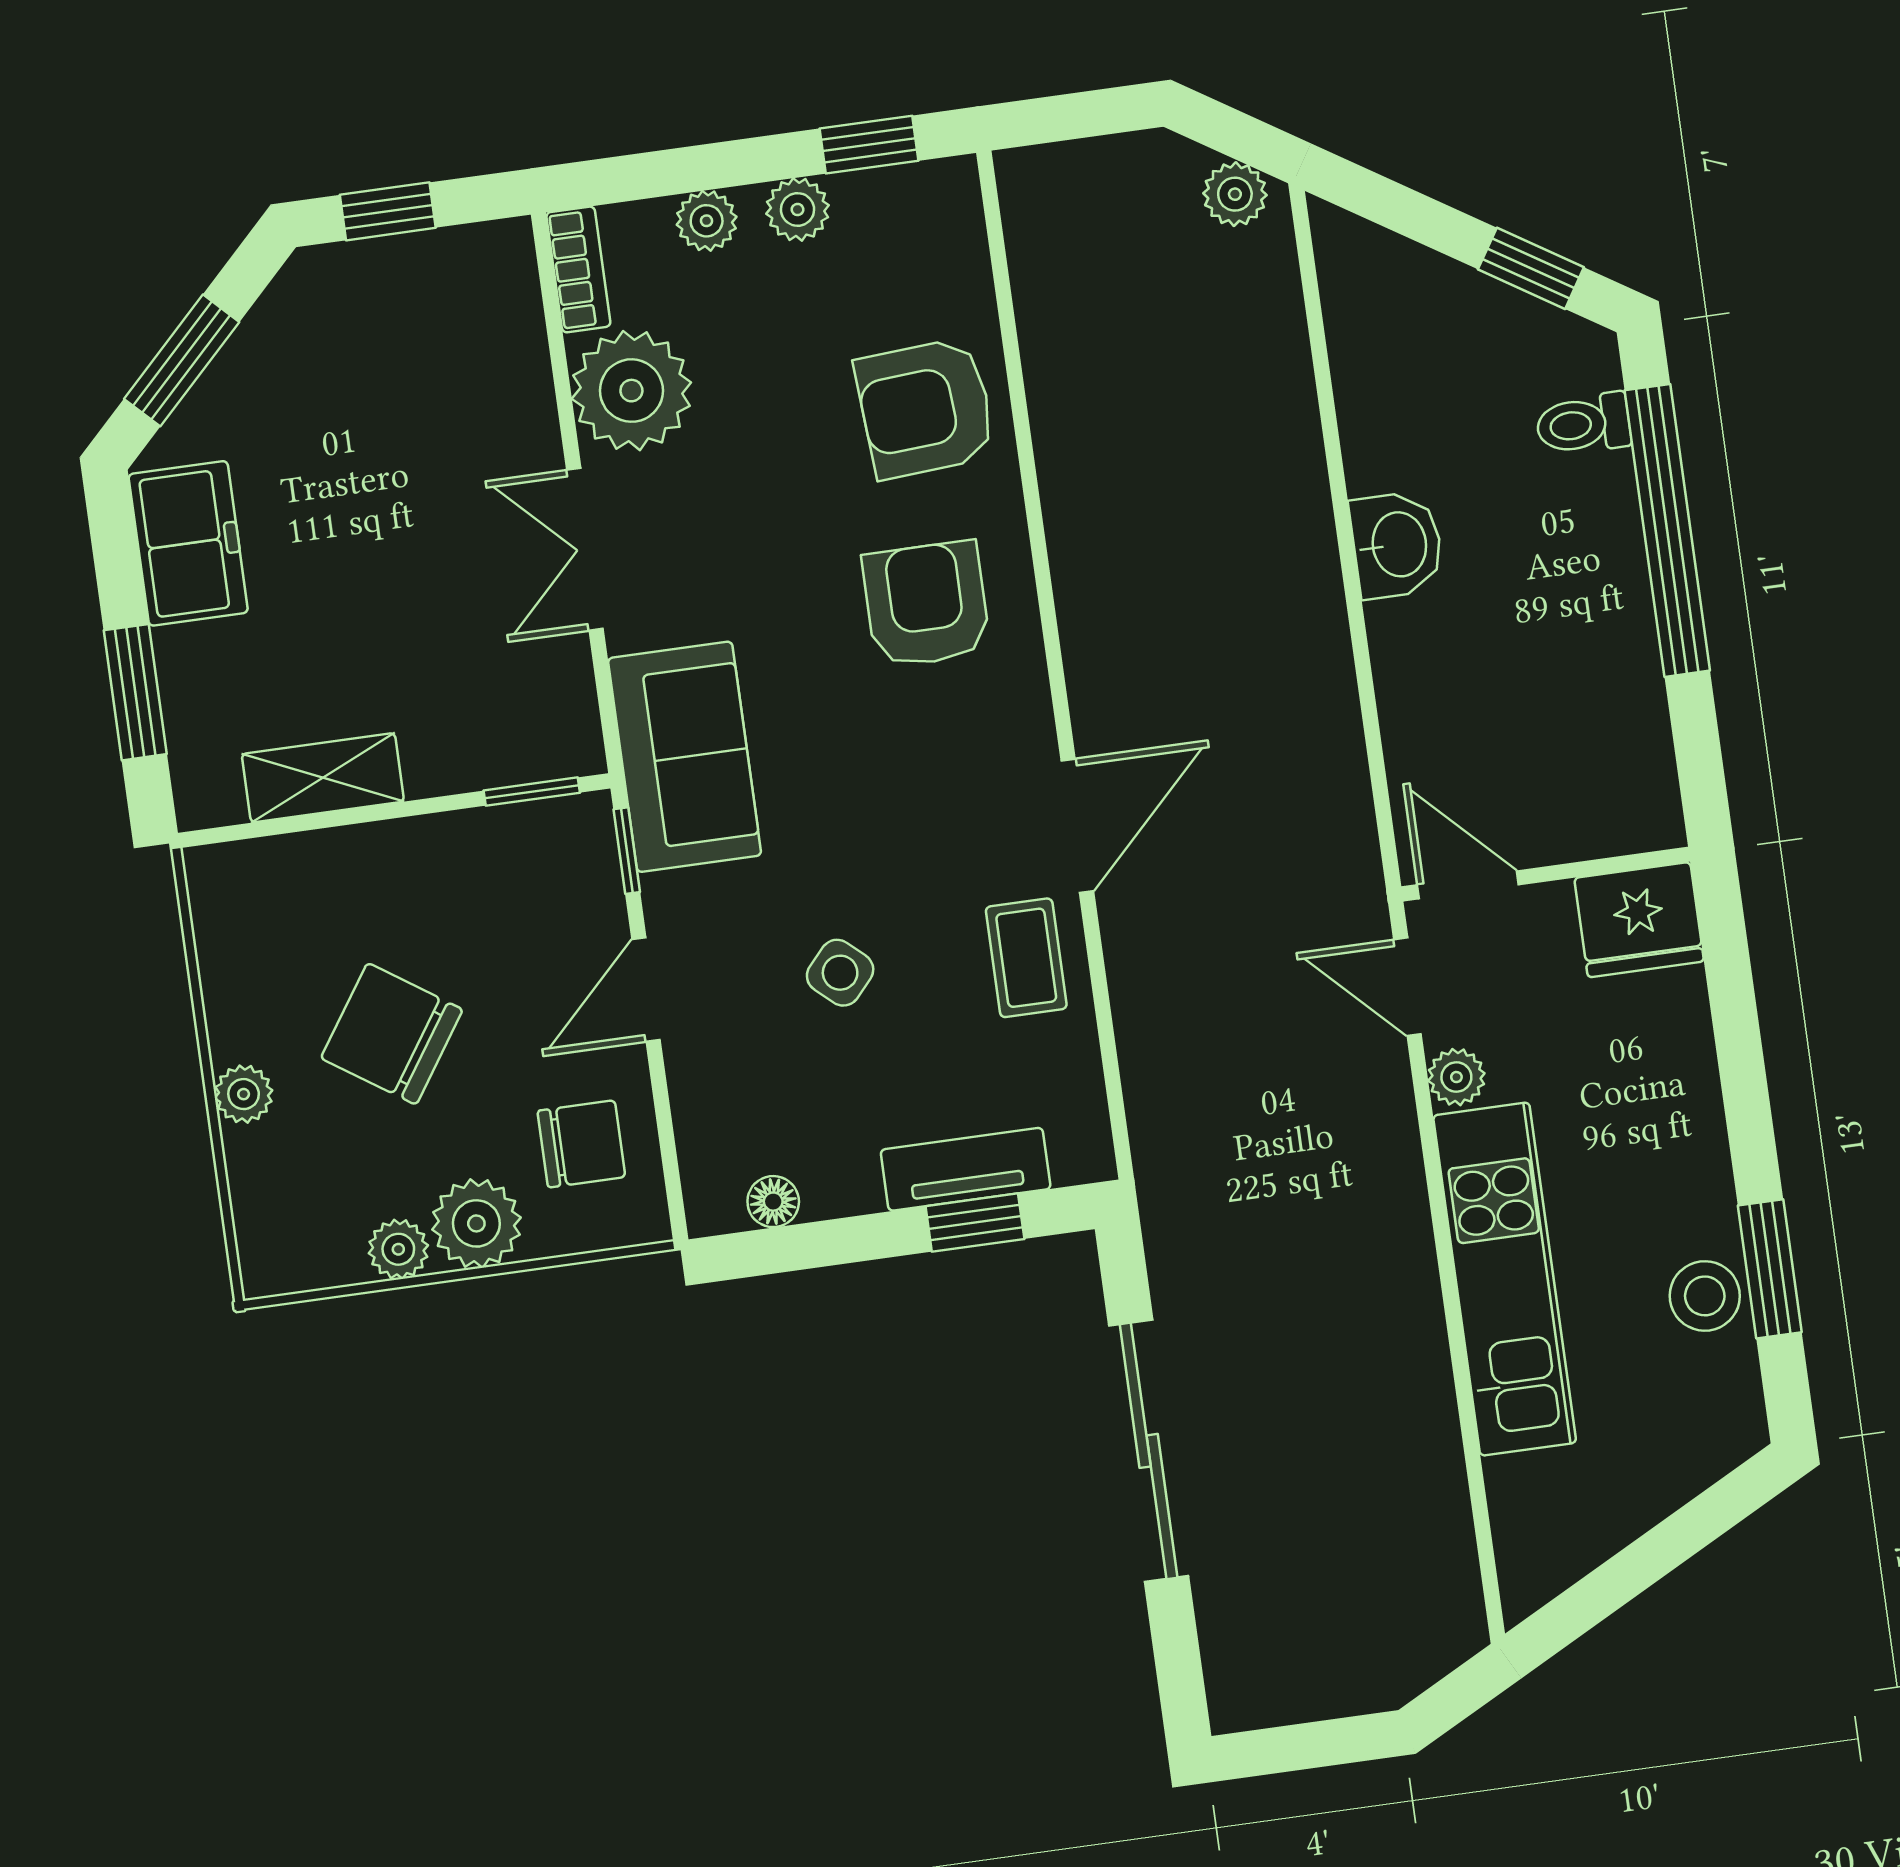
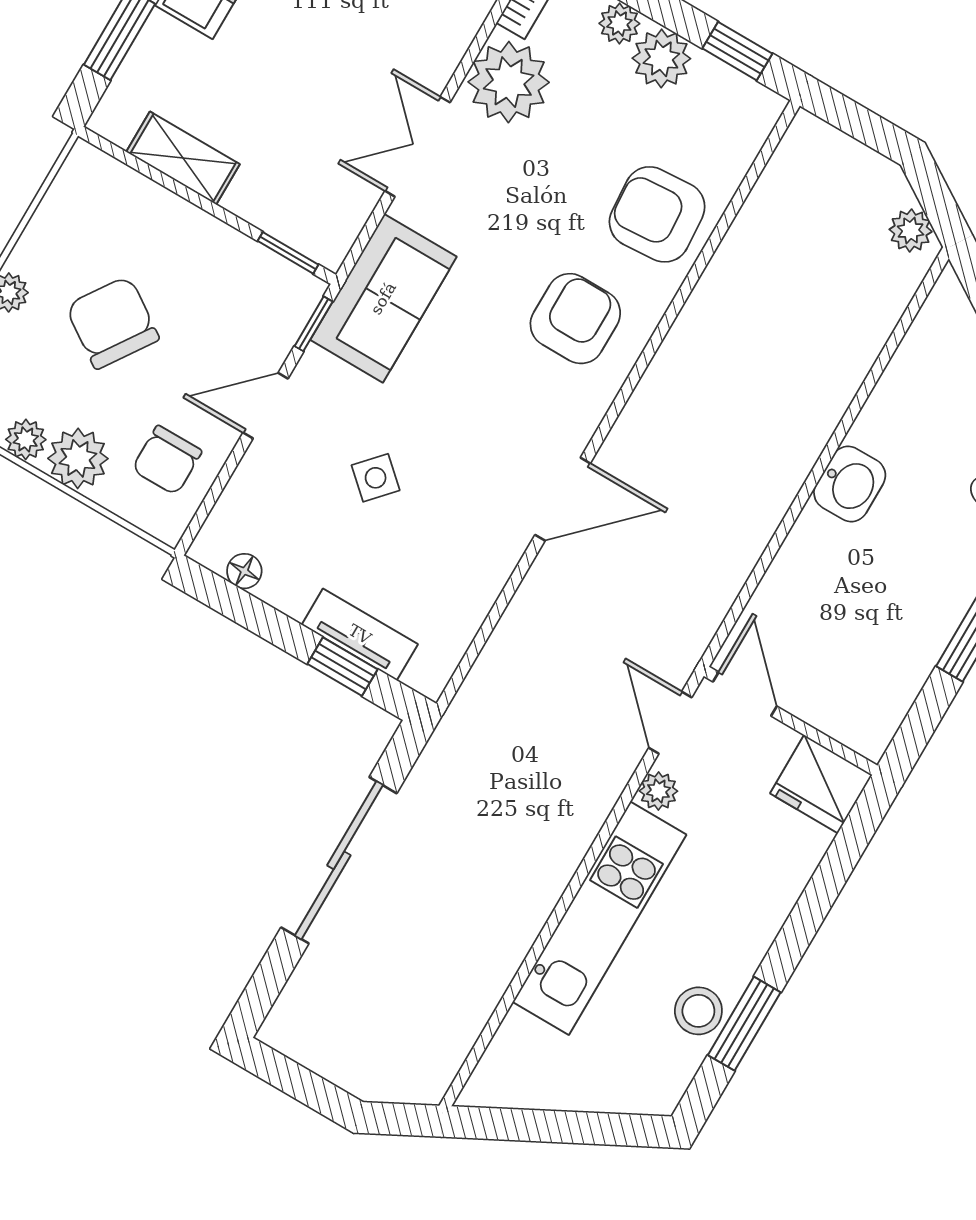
plant: (798, 209) -> (661, 58), width x1.38, depth x1.38
coffee table: (1026, 958) -> (480, 548), removed
chair: (581, 1144) -> (167, 460), turned 90

